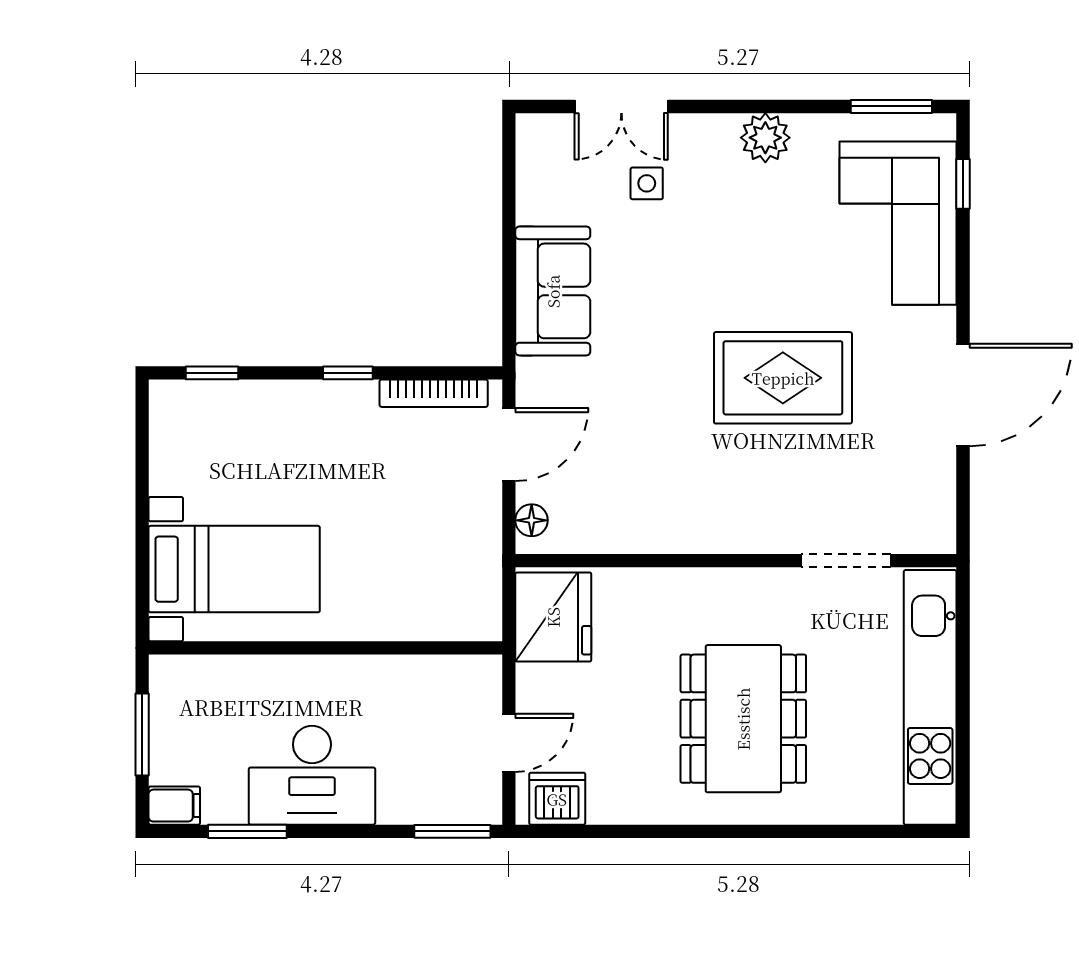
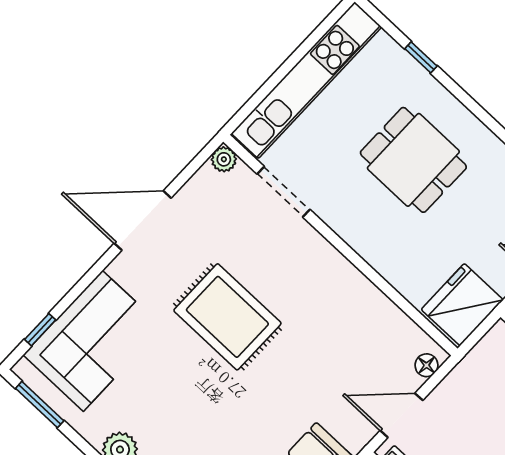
plant: (939, 536) -> (224, 159), added
dining table: (743, 719) -> (413, 160), width x0.73
window: (834, 831) -> (421, 57), added

